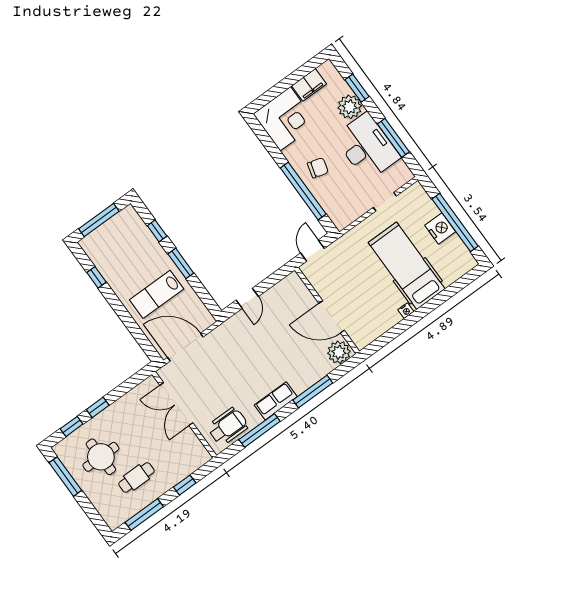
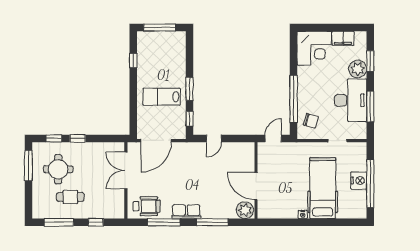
chair: (318, 168) -> (311, 121), moved
window: (157, 231) -> (189, 119), moved
door: (185, 347) -> (156, 141), swing flipped

